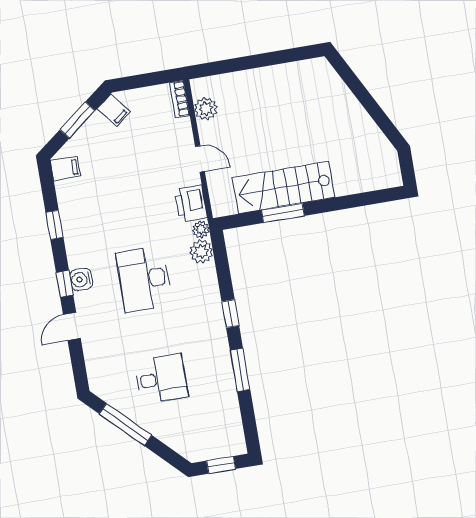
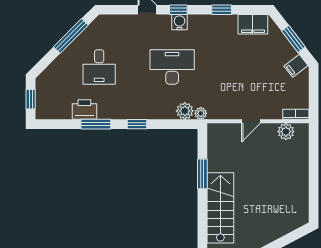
filing cabinet: (65, 169) -> (253, 24), width x2.00
stairs: (283, 187) -> (220, 208), moved
printer: (191, 204) -> (84, 109), moved

